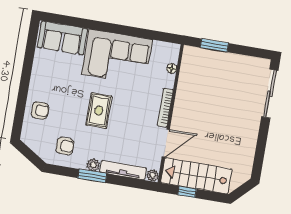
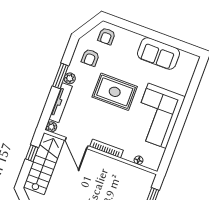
sofa: (62, 38) -> (159, 53), moved, turned -90
armchair: (40, 110) -> (106, 36), moved
rug: (99, 111) -> (115, 92), width x1.36, depth x1.43

